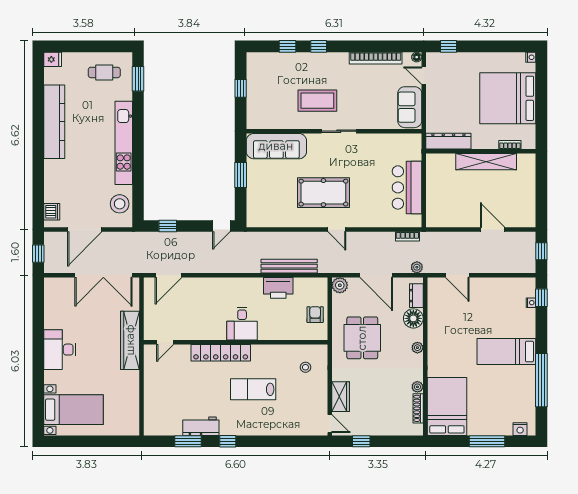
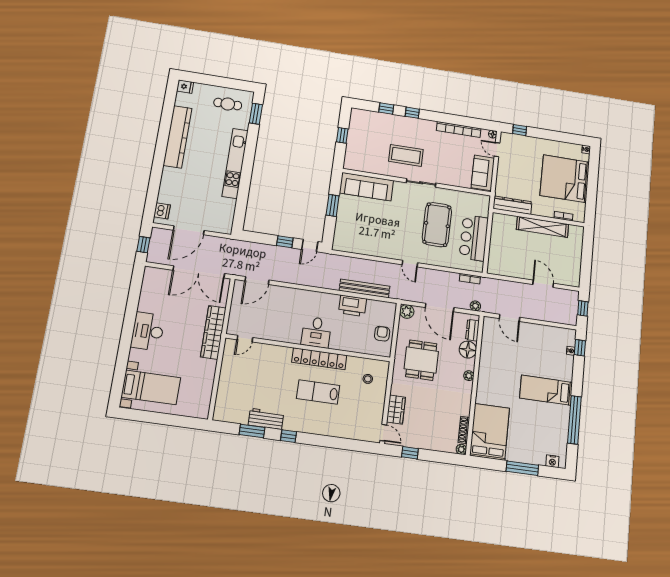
pool table: (323, 193) -> (437, 225), moved, turned 90
stool: (120, 204) -> (223, 213), removed
window: (168, 226) -> (285, 242), moved
locker: (221, 353) -> (319, 359), moved
plant: (417, 387) -> (461, 449), moved

